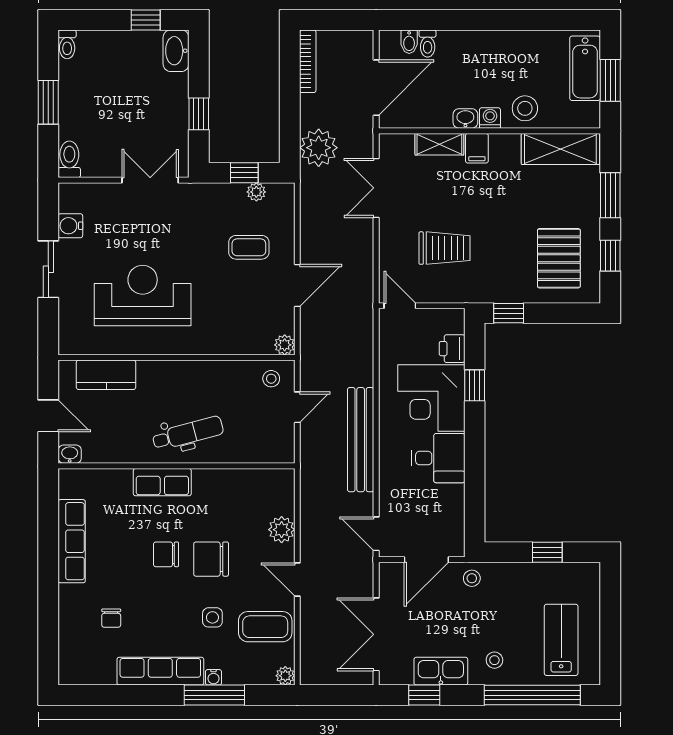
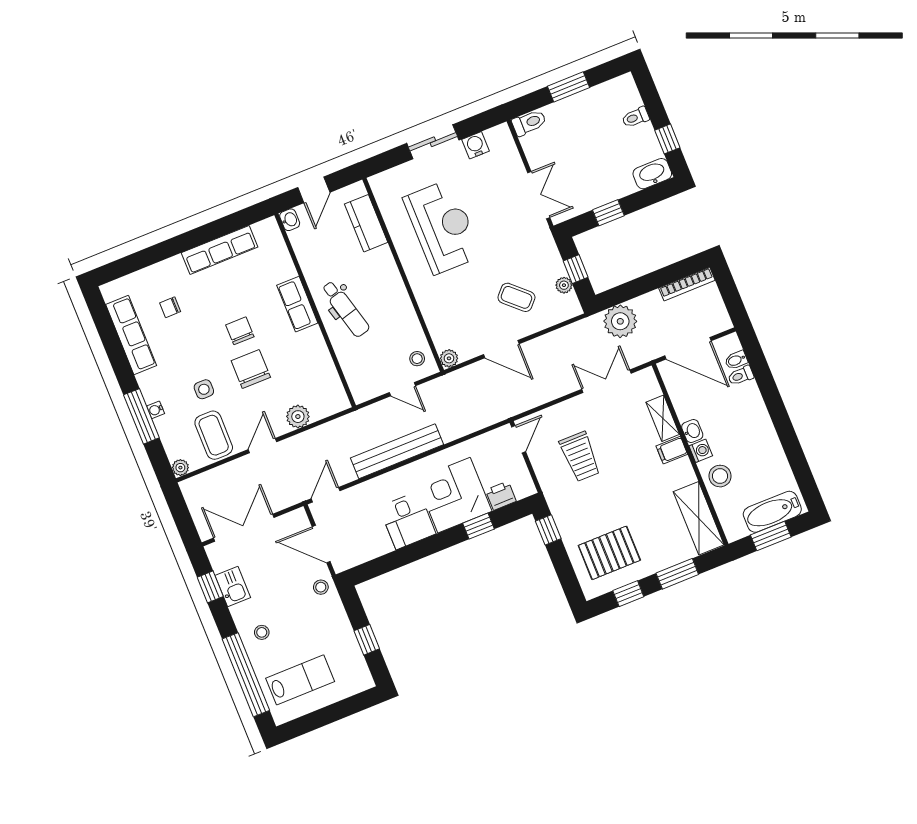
toilet: (67, 44) -> (636, 117), moved
coffee table: (249, 247) -> (516, 297), turned -47
row of seats: (160, 671) -> (131, 335), moved
kitchen sink: (441, 671) -> (233, 587), width x0.73

